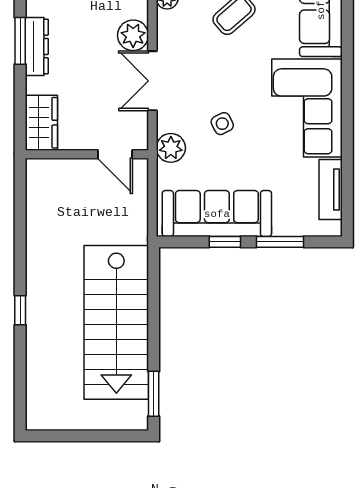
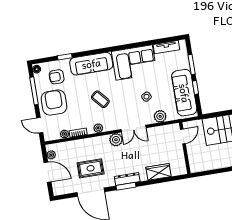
wall: (87, 154) -> (185, 148), moved
door: (115, 154) -> (183, 136), moved

